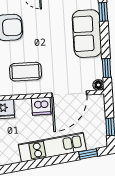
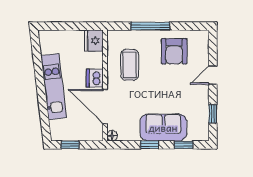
window: (107, 68) -> (150, 145), moved
window: (88, 154) -> (45, 121), removed

